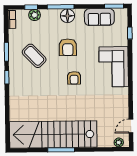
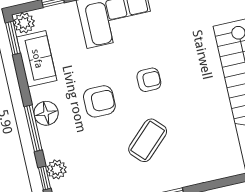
plant: (121, 14) -> (24, 23), added
coffee table: (34, 56) -> (148, 140), moved

